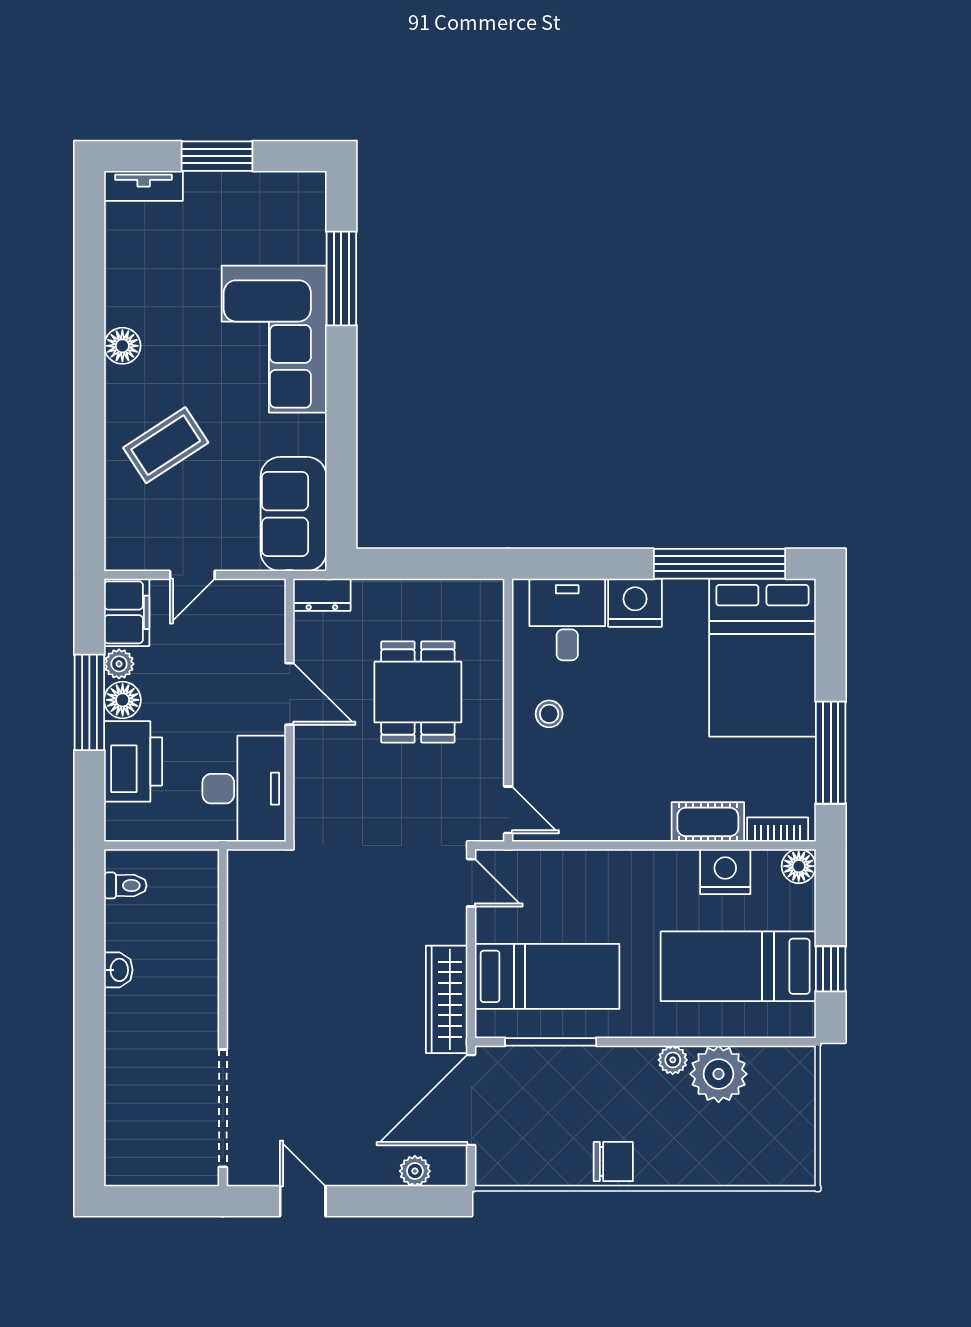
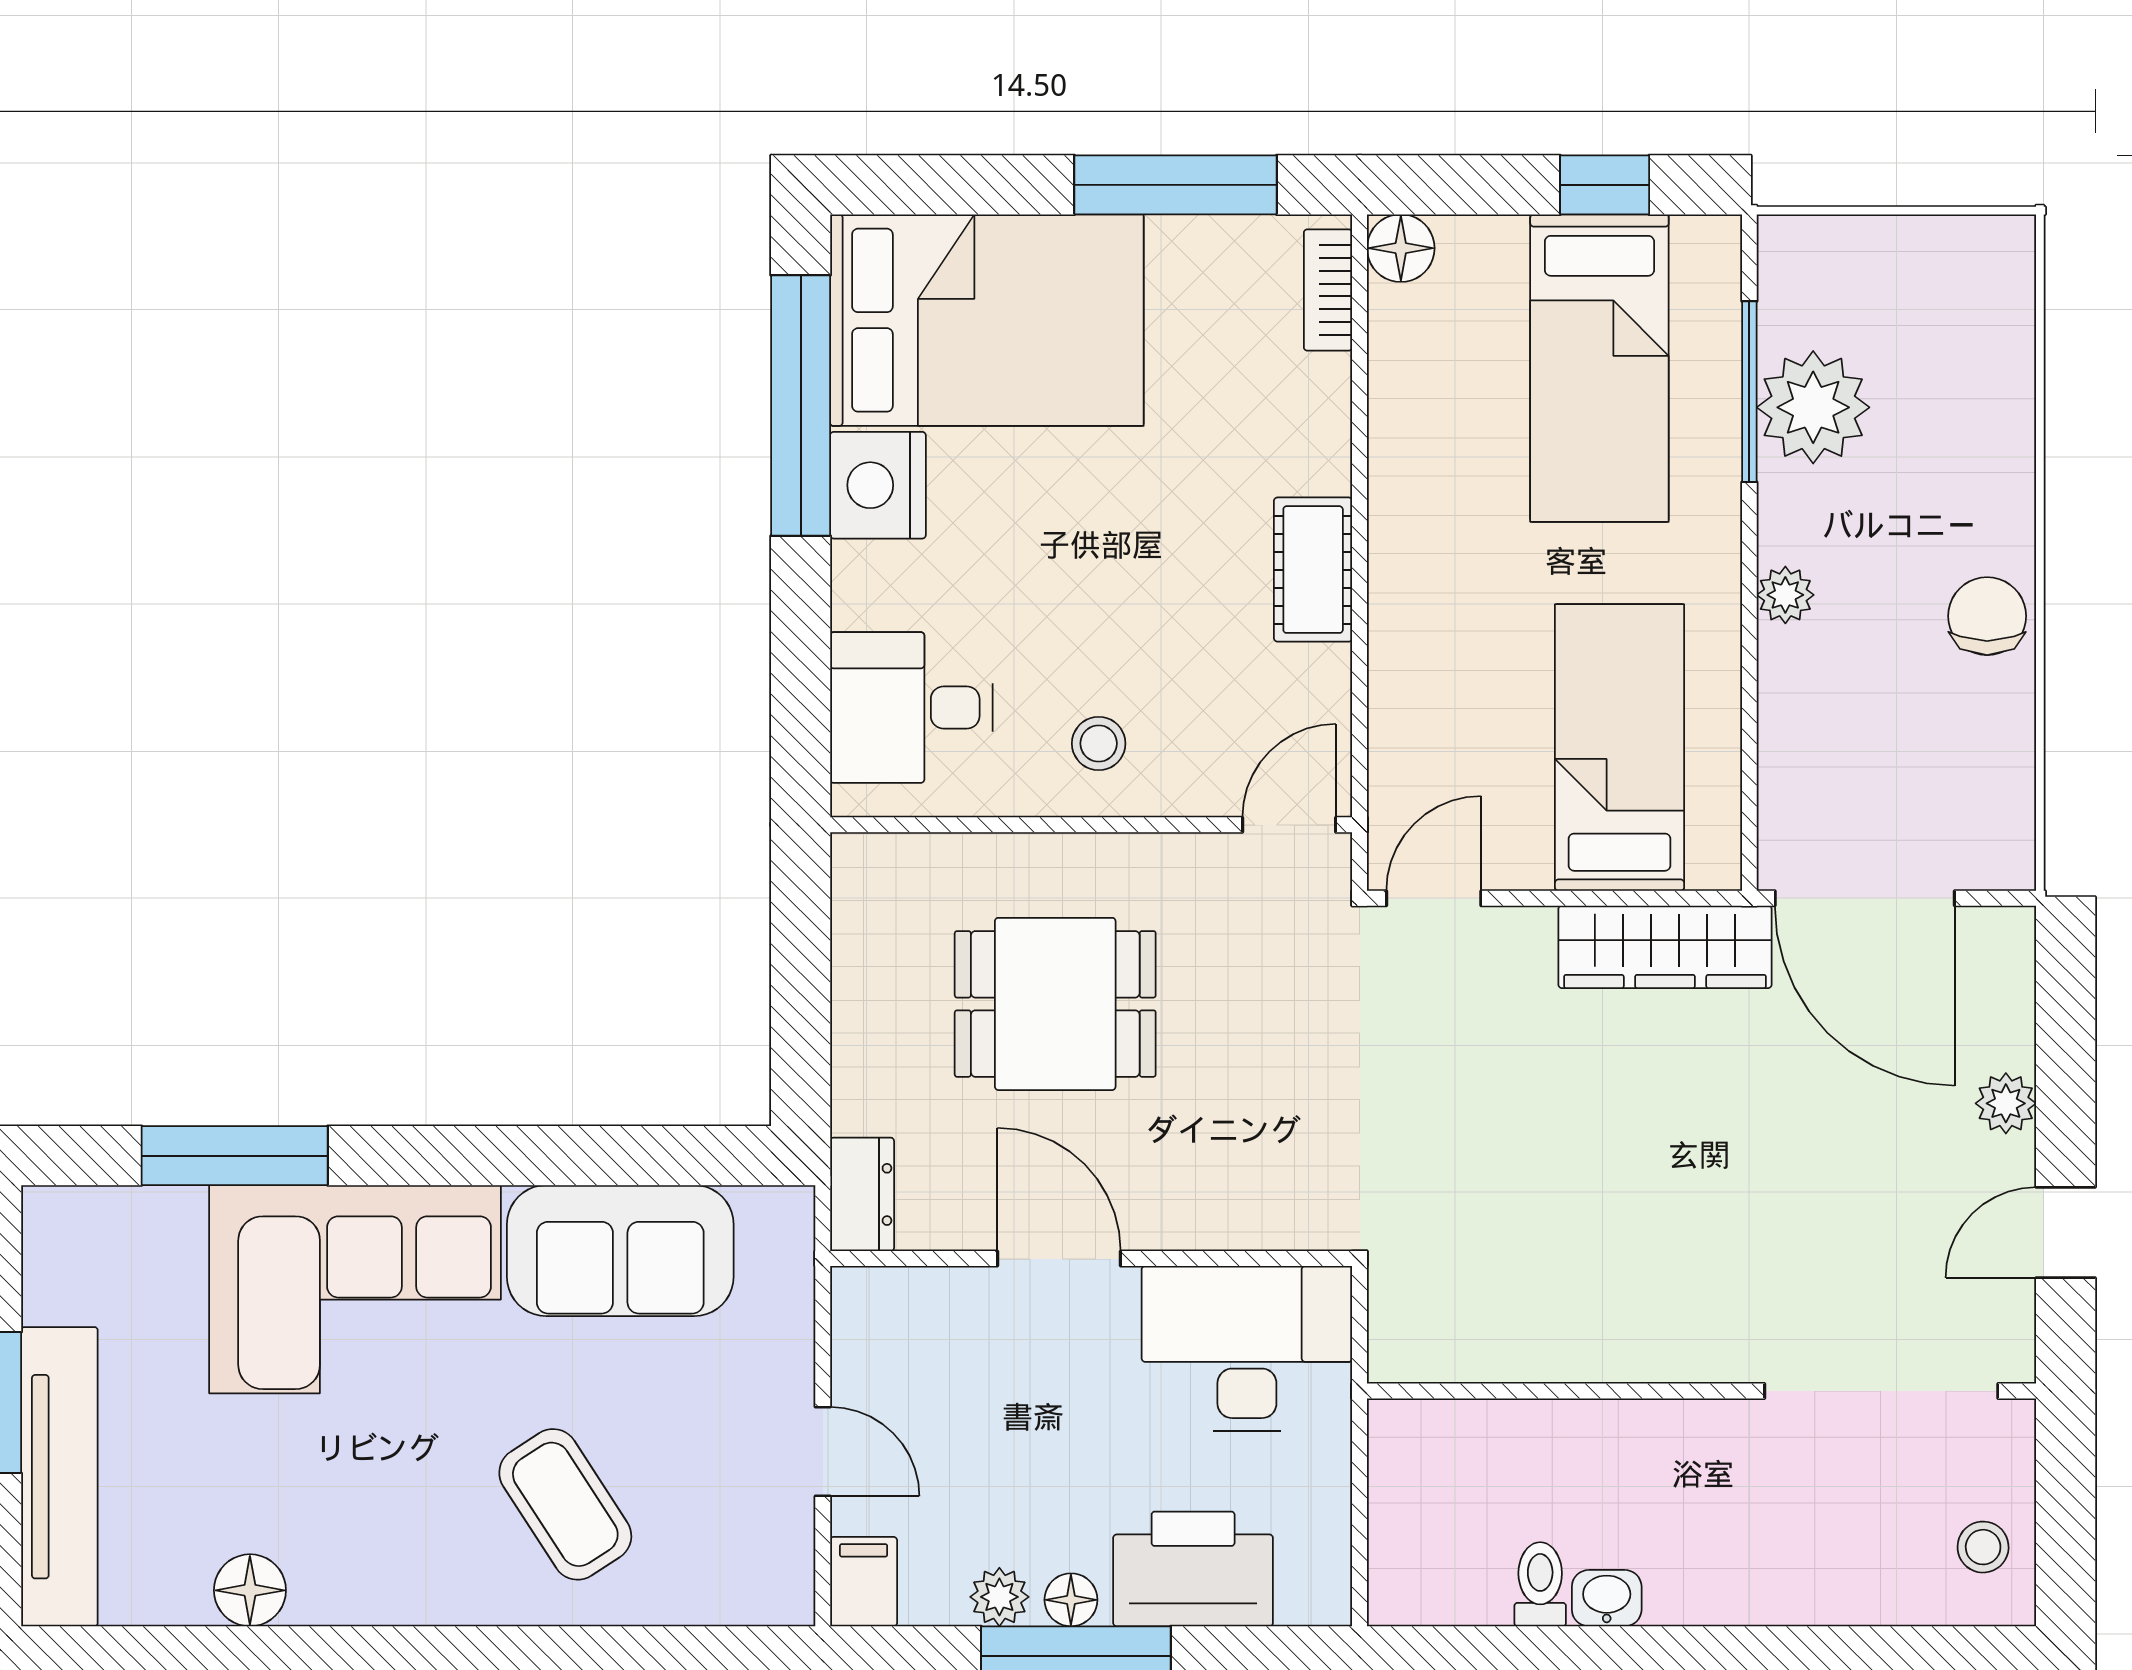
tv unit: (144, 186) -> (59, 1477), width x1.92, depth x1.29
floor lamp: (122, 346) -> (250, 1590), moved
sofa: (294, 514) -> (620, 1251), moved
nightstand: (635, 603) -> (878, 485), moved
filing cabinet: (127, 612) -> (864, 1582), width x0.50
door: (290, 694) -> (1059, 1259), hinge flipped
floor lamp: (123, 700) -> (1071, 1600), width x0.73, depth x0.73
cot: (708, 822) -> (1313, 570), moved
nightstand: (725, 872) -> (1412, 394), removed
toilet: (125, 885) -> (1540, 1584), moved
window: (551, 1042) -> (1749, 392), moved
plant: (673, 1060) -> (1785, 595), moved
stool: (144, 1160) -> (1983, 1547), added
plant: (415, 1171) -> (2006, 1103), moved

